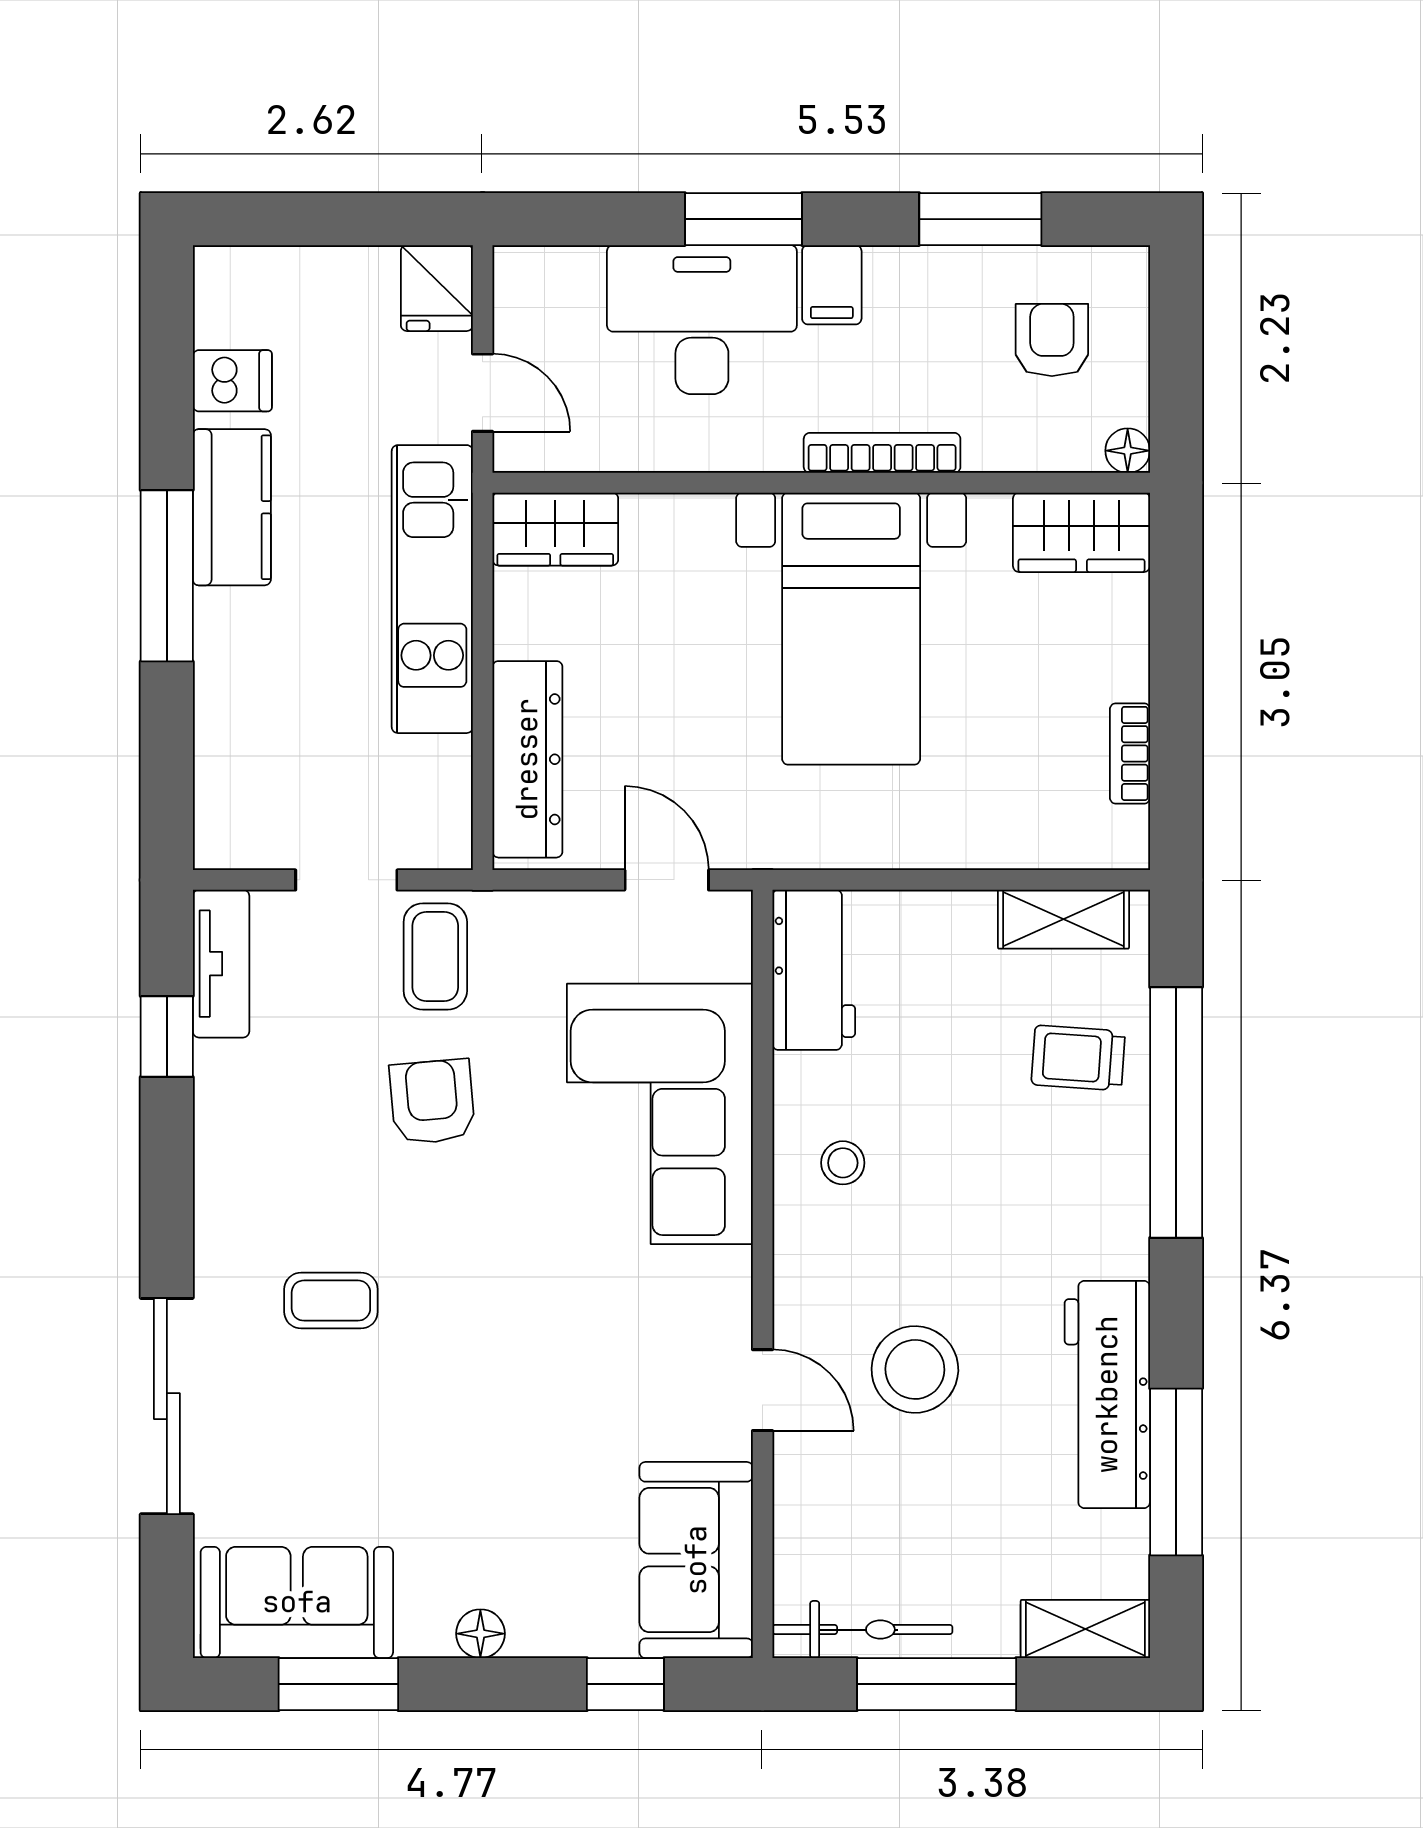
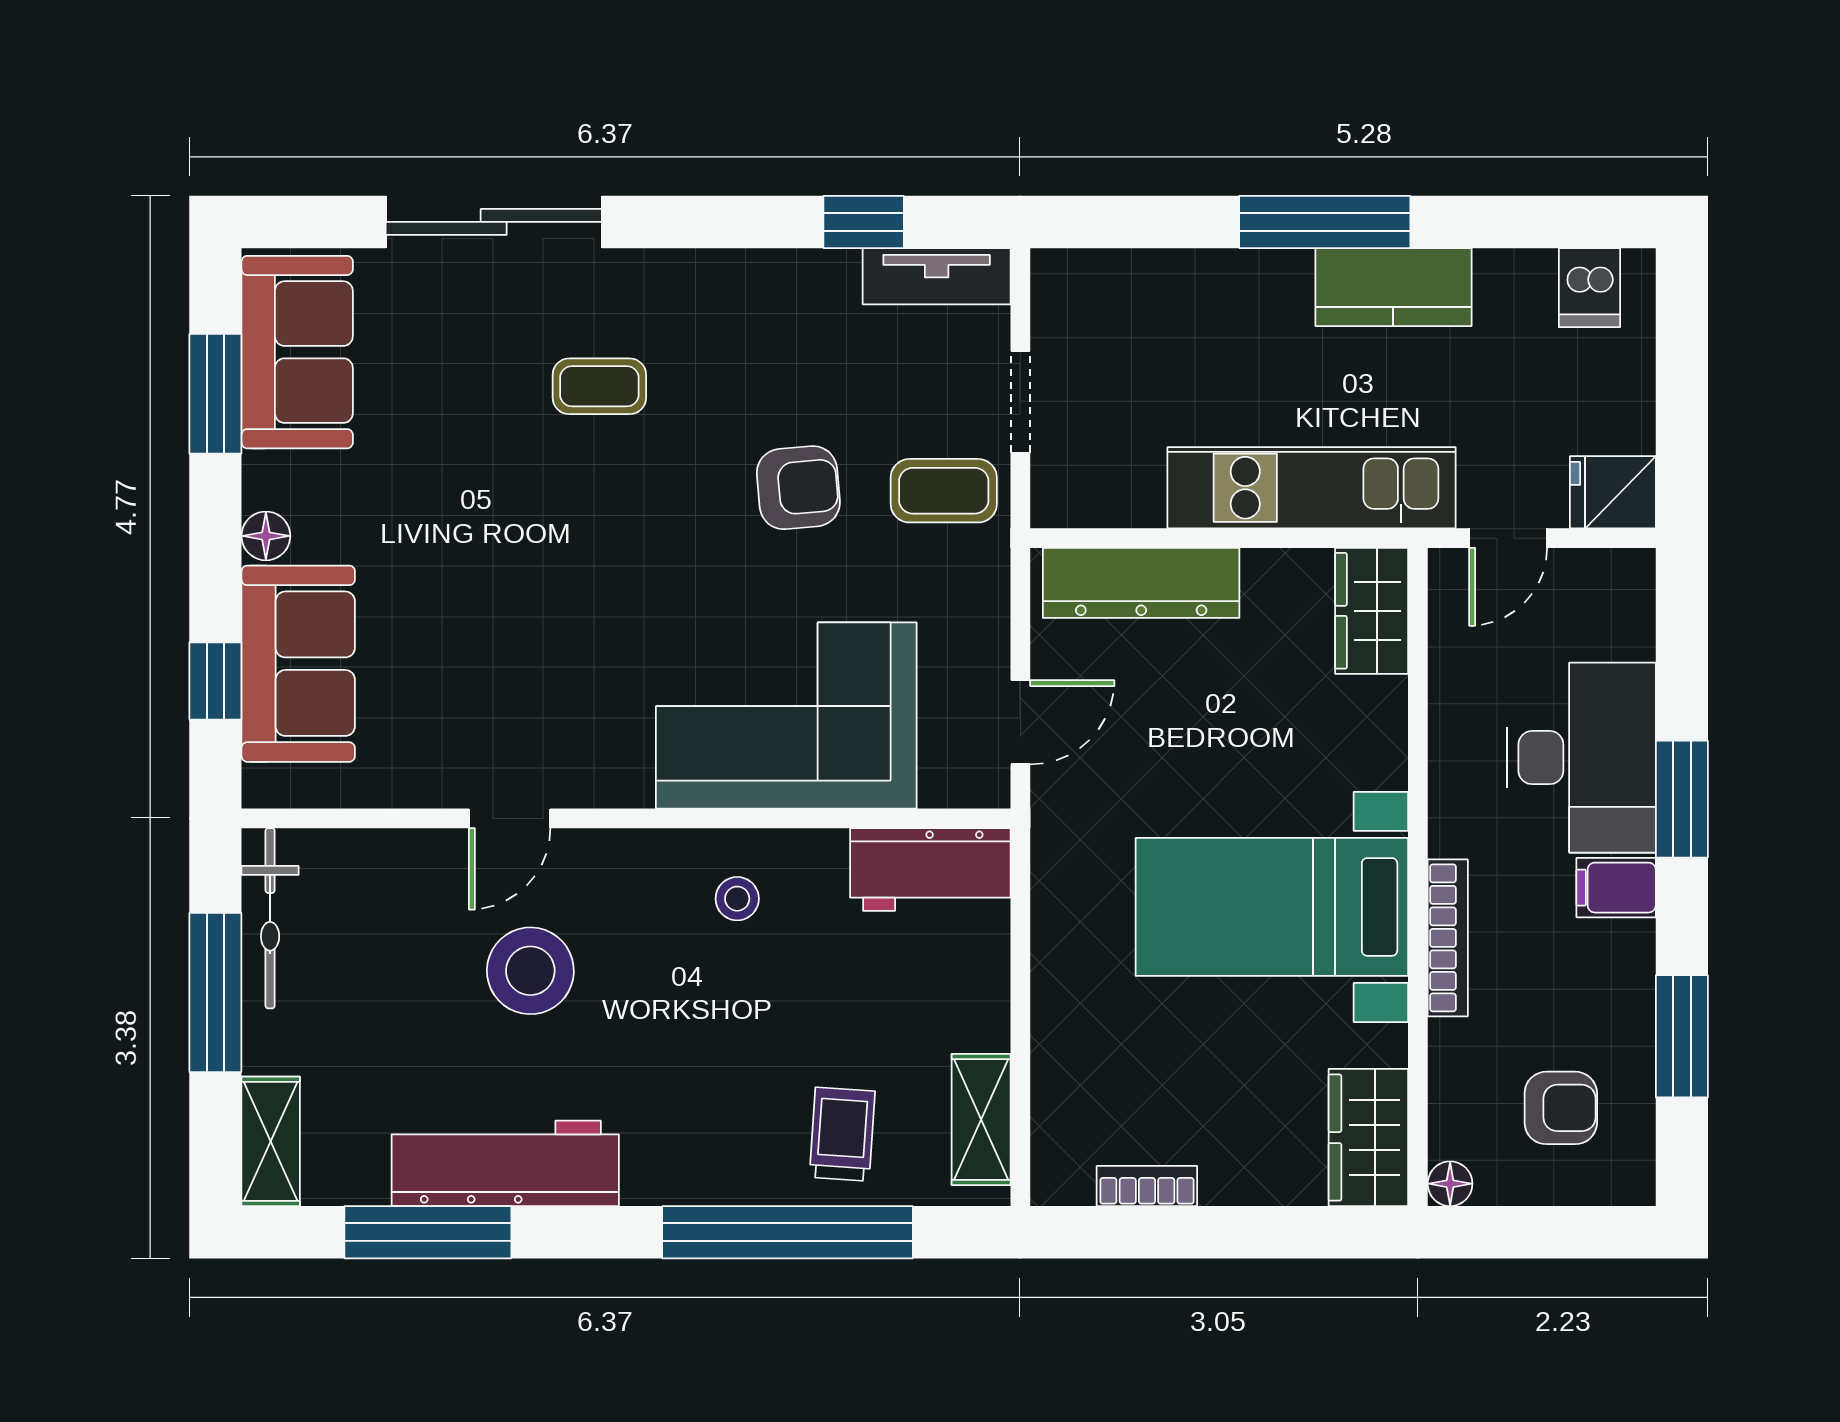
dishwasher: (232, 381) -> (1589, 288), moved
coffee table: (331, 1301) -> (599, 386), turned 90
sofa: (696, 1560) -> (298, 664), moved, turned 90

